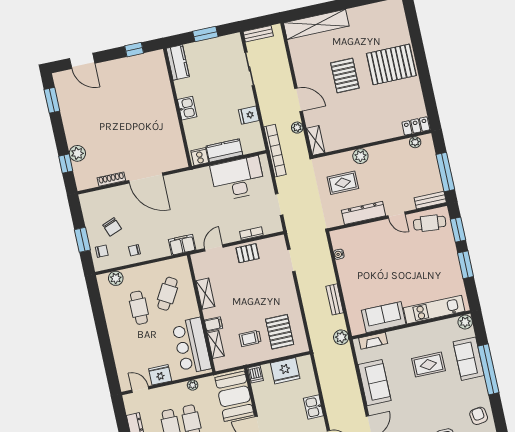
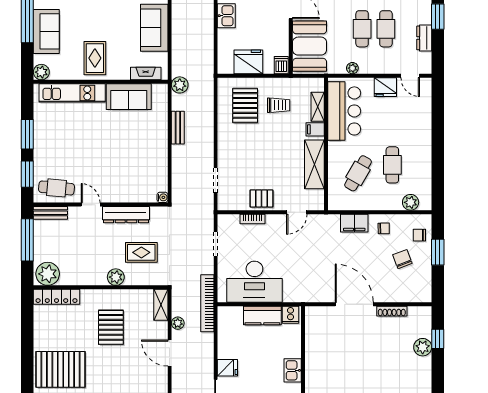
pallet: (345, 75) -> (111, 327), moved
fridge: (249, 115) -> (227, 368), moved
locker: (416, 126) -> (56, 297), width x1.53
plant: (415, 142) -> (48, 274), width x1.87, depth x1.87
filing cabinet: (182, 245) -> (354, 223), moved
water cooler: (339, 254) -> (162, 197), moved
shelving: (205, 294) -> (314, 164), width x1.50, depth x1.33
rug: (428, 365) -> (95, 58), moved, turned 90

